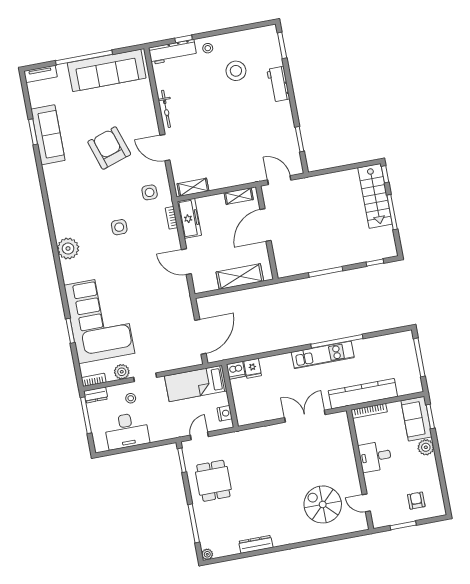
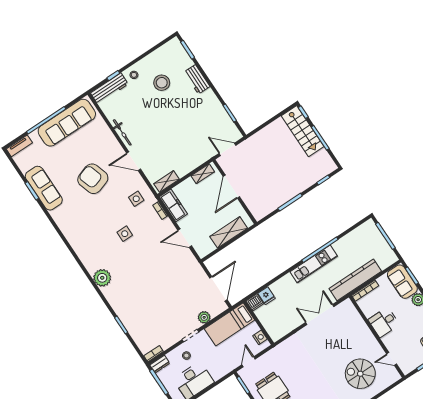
plant: (68, 248) -> (102, 278), moved
corner sofa: (99, 319) -> (139, 307), removed
plant: (122, 372) -> (204, 317), moved

